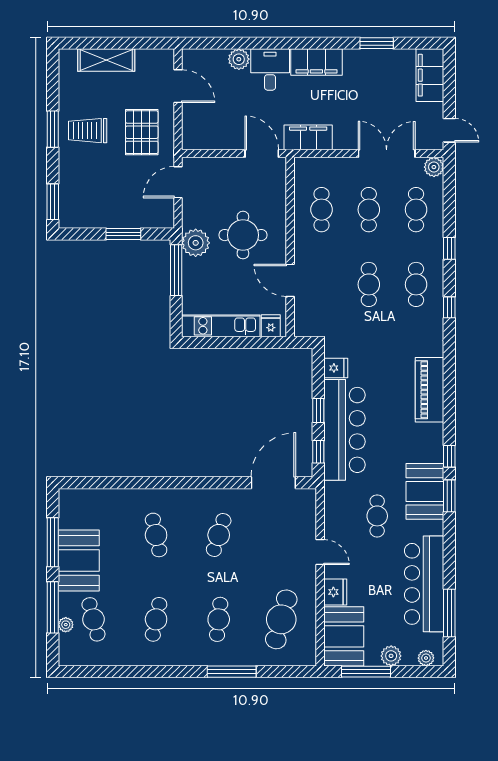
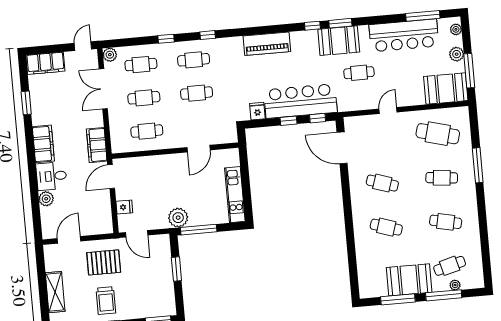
round table: (243, 235) -> (170, 185), removed
fridge: (271, 326) -> (124, 207), moved, turned 180
cafe table: (156, 535) -> (386, 227), turned 30
fridge: (335, 592) -> (415, 97), removed

